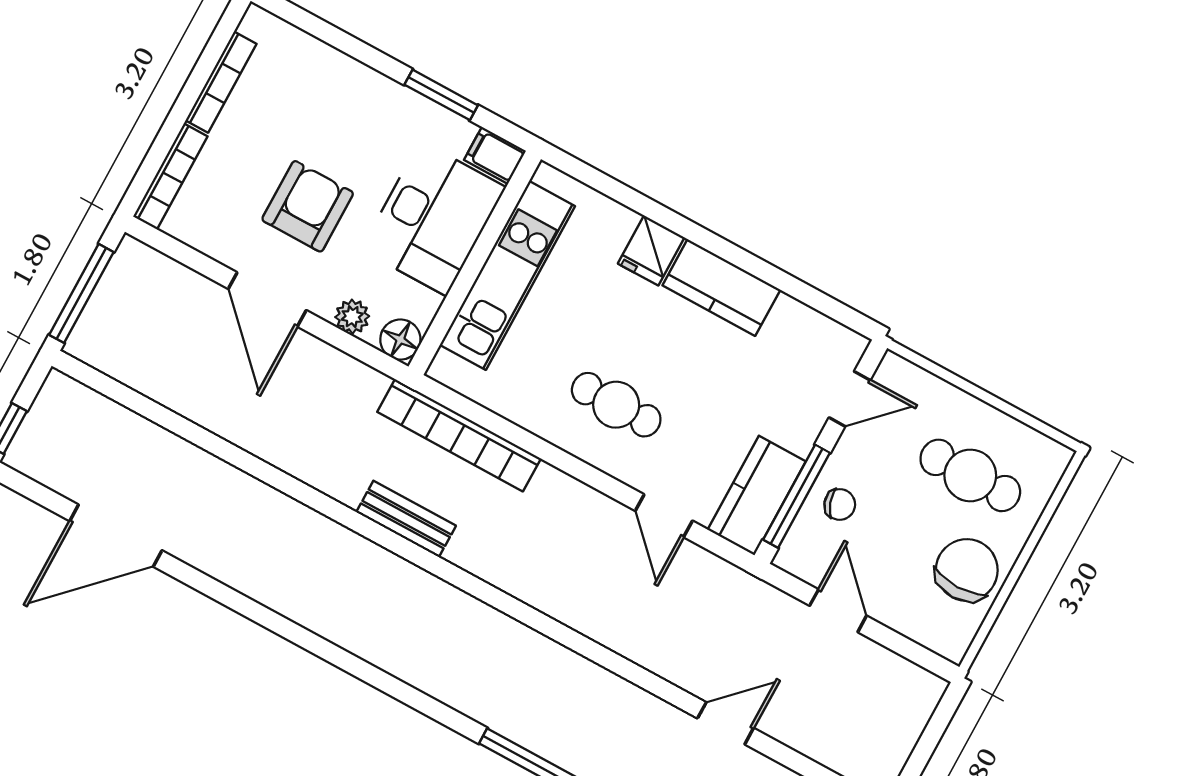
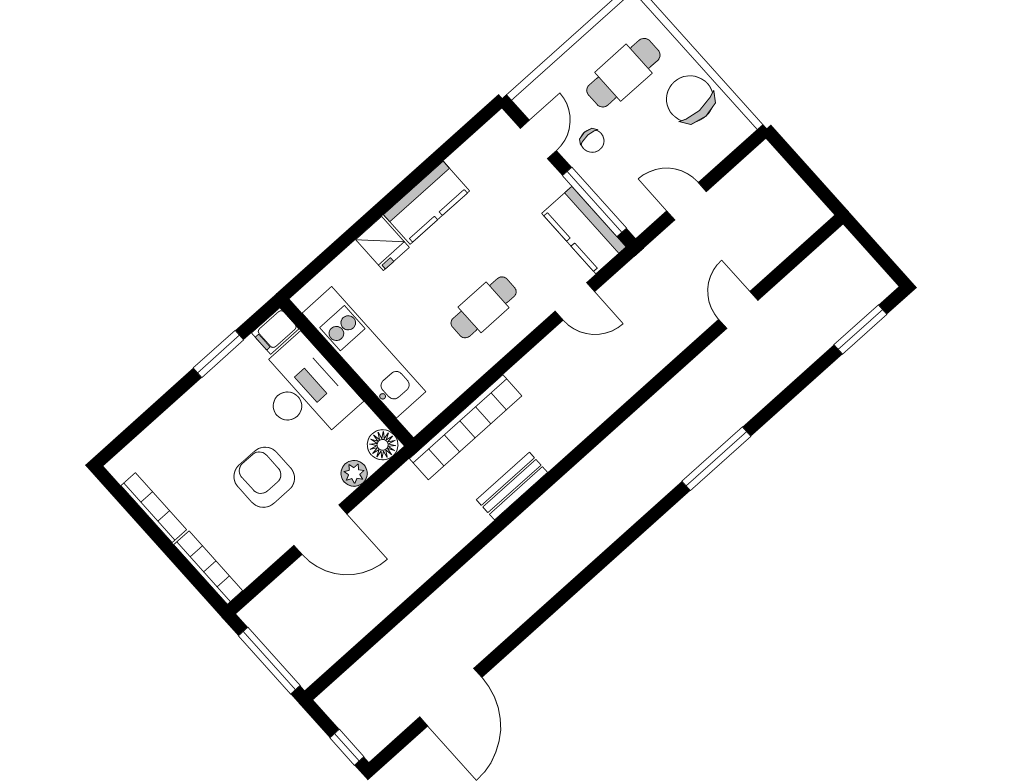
chair: (840, 504) -> (592, 141), moved, turned 109

